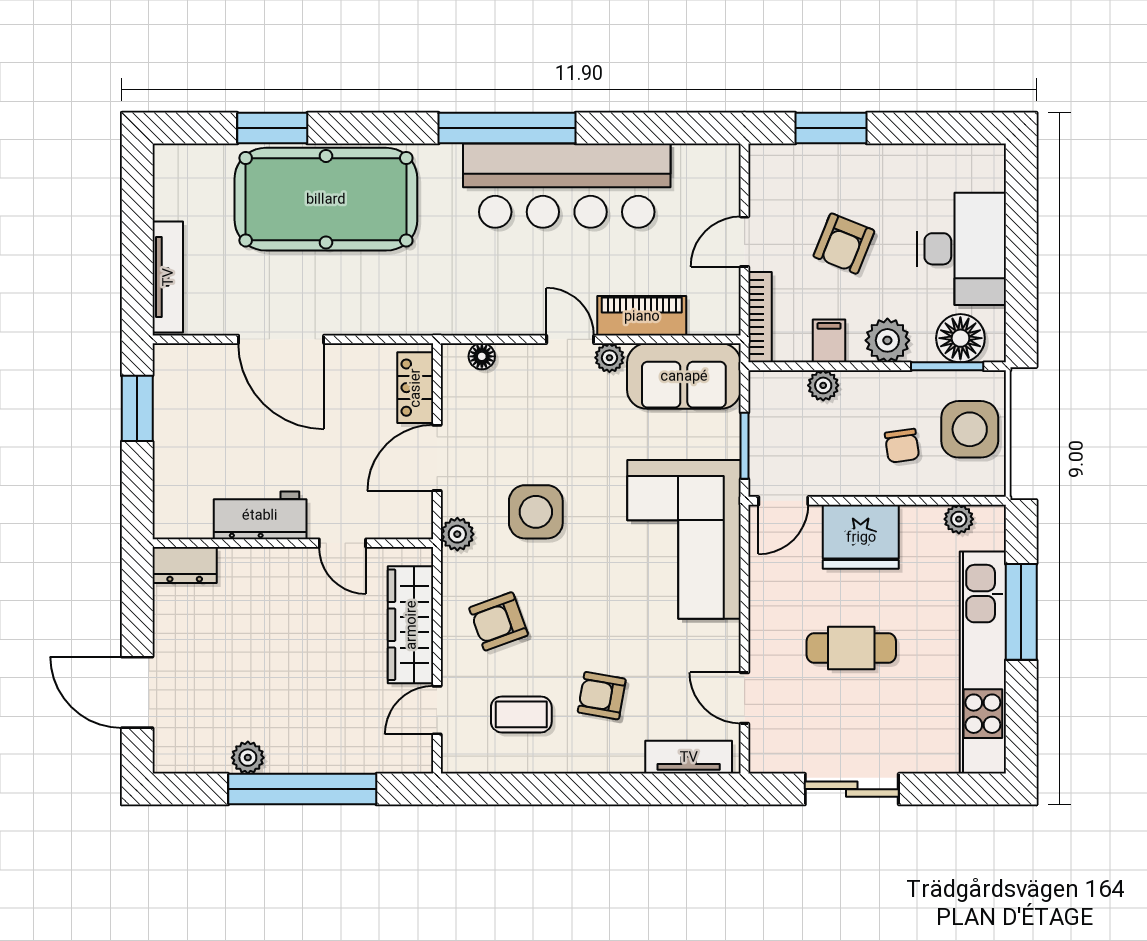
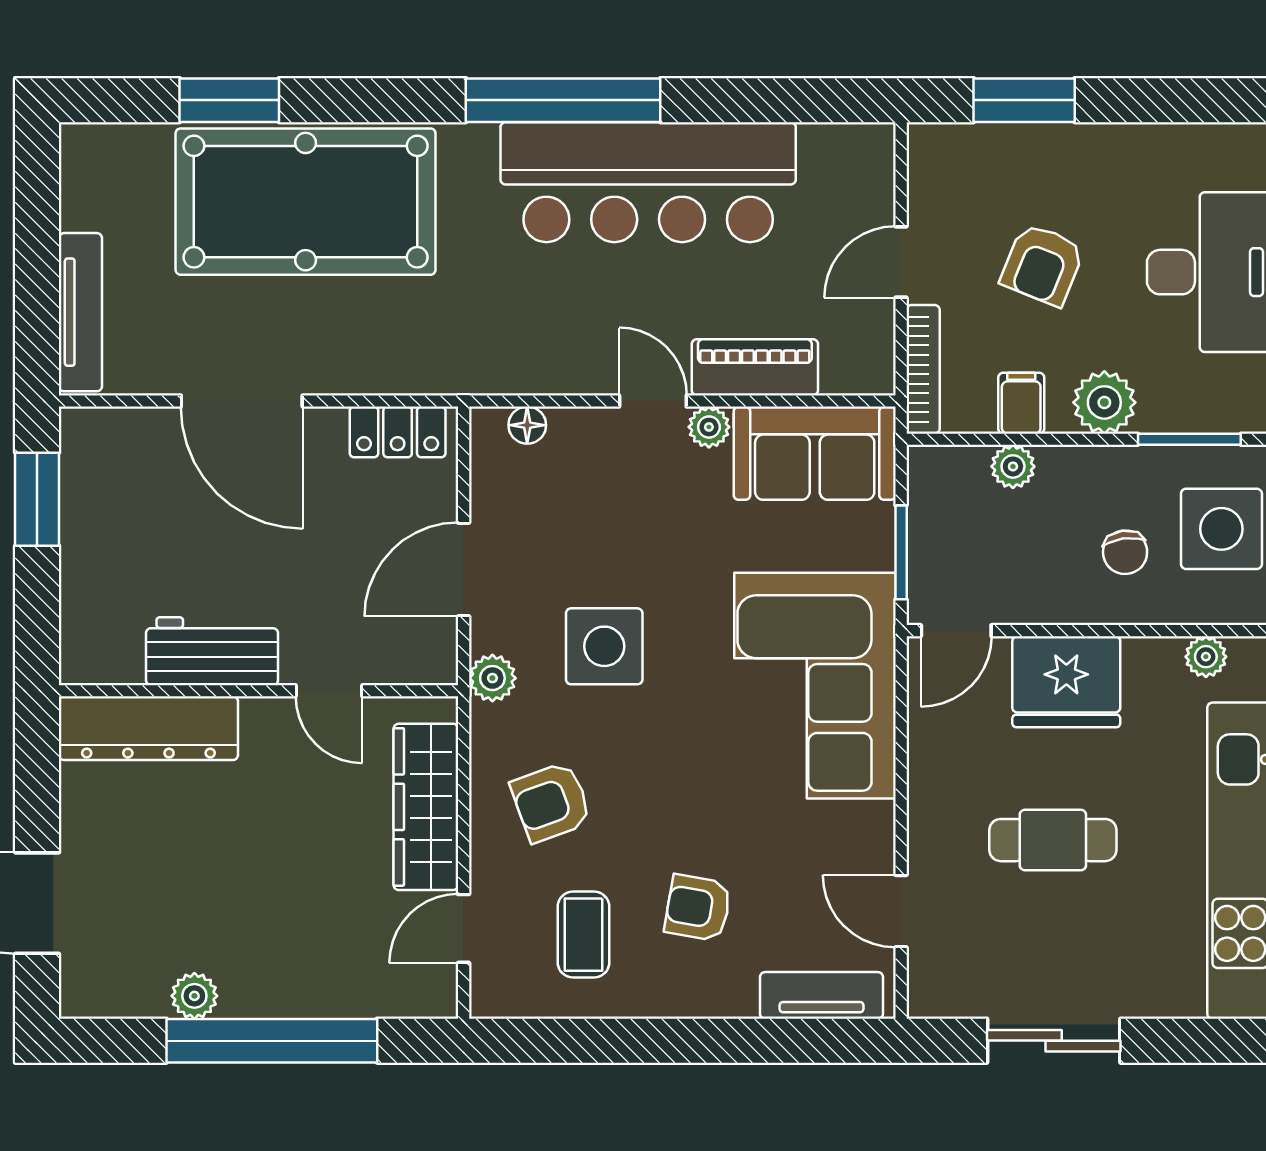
floor lamp: (960, 338) -> (1208, 399), removed
locker: (415, 388) -> (398, 432), moved, turned -90
dresser: (185, 565) -> (148, 728), width x1.96, depth x1.24
coffee table: (521, 714) -> (584, 935), turned 90

